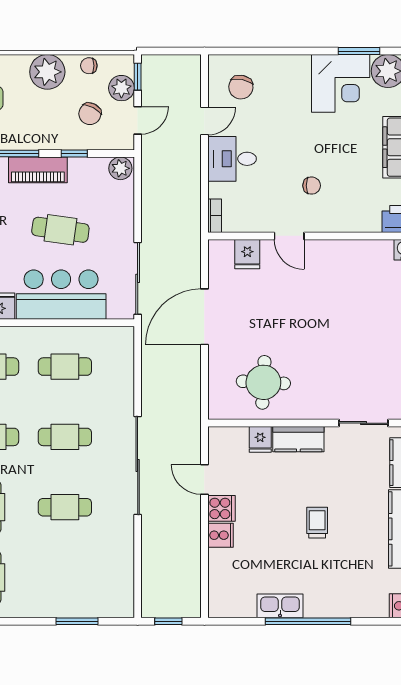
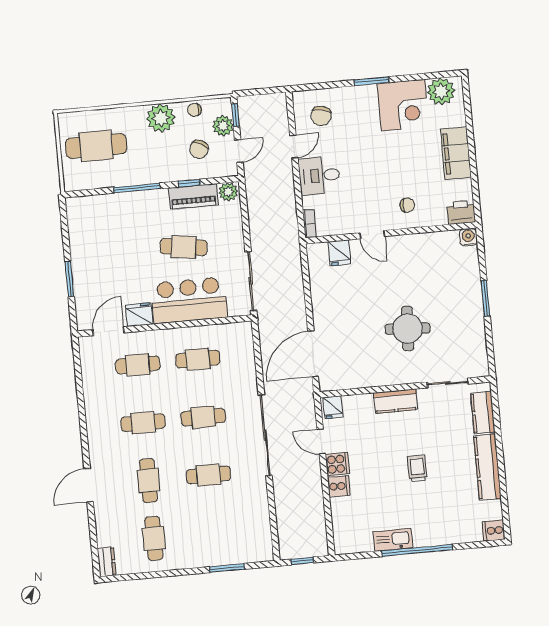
window: (359, 51) -> (371, 81), moved
piano: (38, 170) -> (193, 196), moved
chair: (312, 186) -> (407, 205), moved
door: (204, 317) -> (313, 354), moved
round table: (263, 382) -> (408, 329), moved
fridge: (260, 439) -> (333, 407), moved

